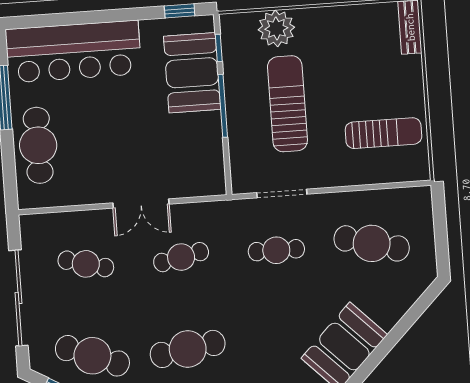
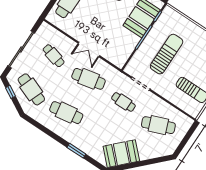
plant: (276, 28) -> (183, 25), removed
cafe table: (372, 243) -> (158, 125), turned -36
cafe table: (181, 257) -> (89, 79), width x1.37, depth x1.35

